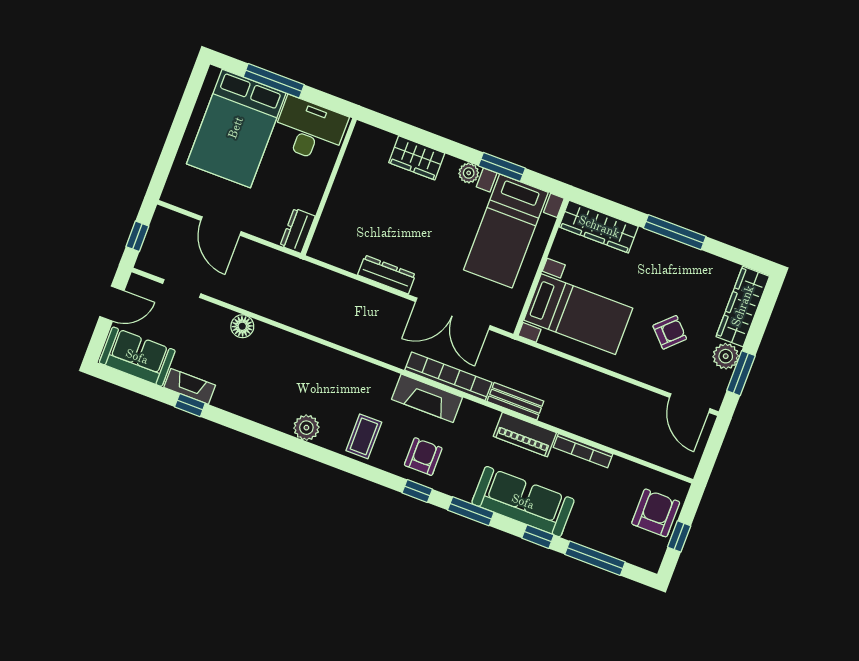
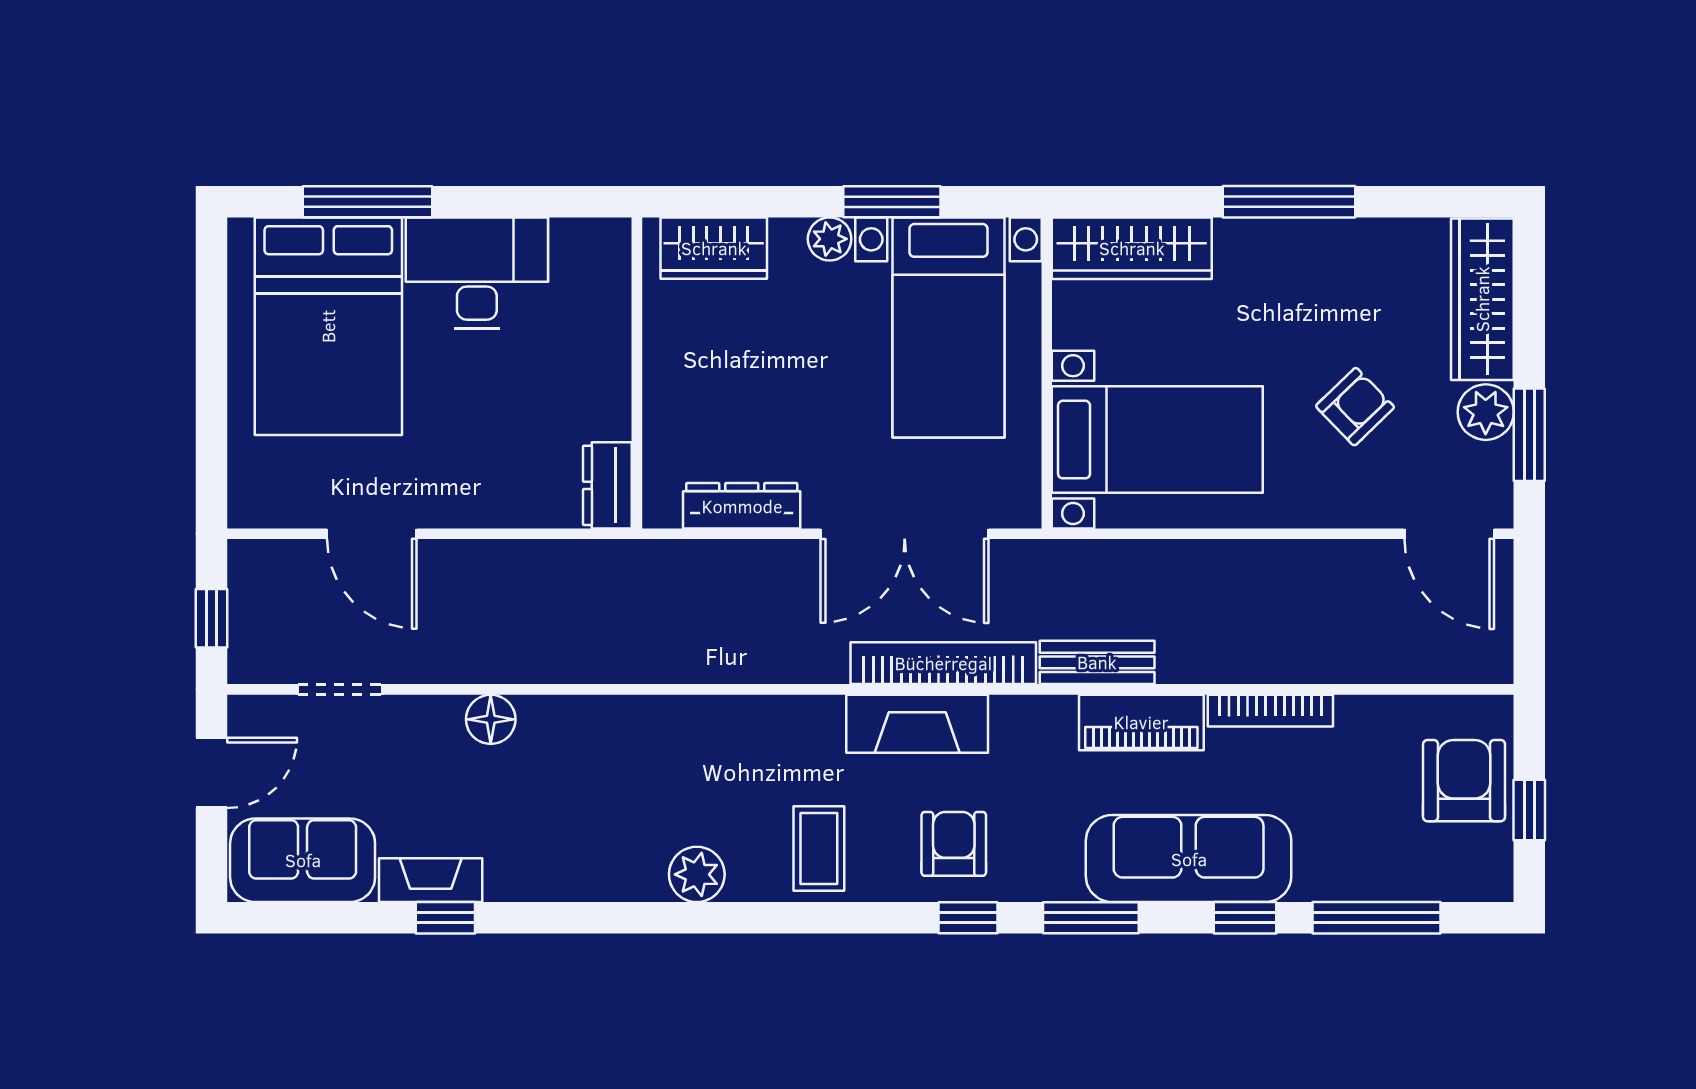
wall: (329, 187) -> (637, 373), moved
dresser: (298, 231) -> (607, 485), moved

